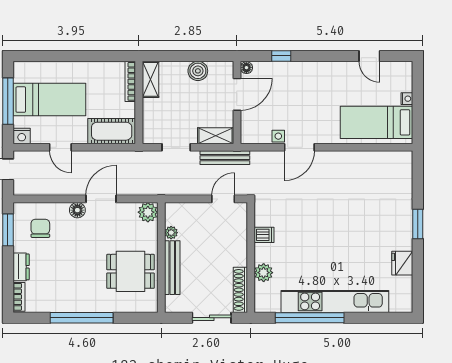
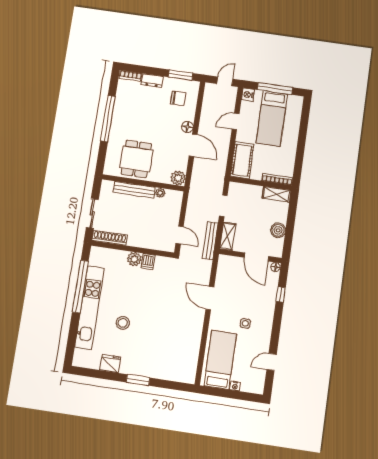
side table: (278, 136) -> (245, 323), moved
stool: (348, 255) -> (123, 323), added
plant: (264, 273) -> (134, 259), moved

